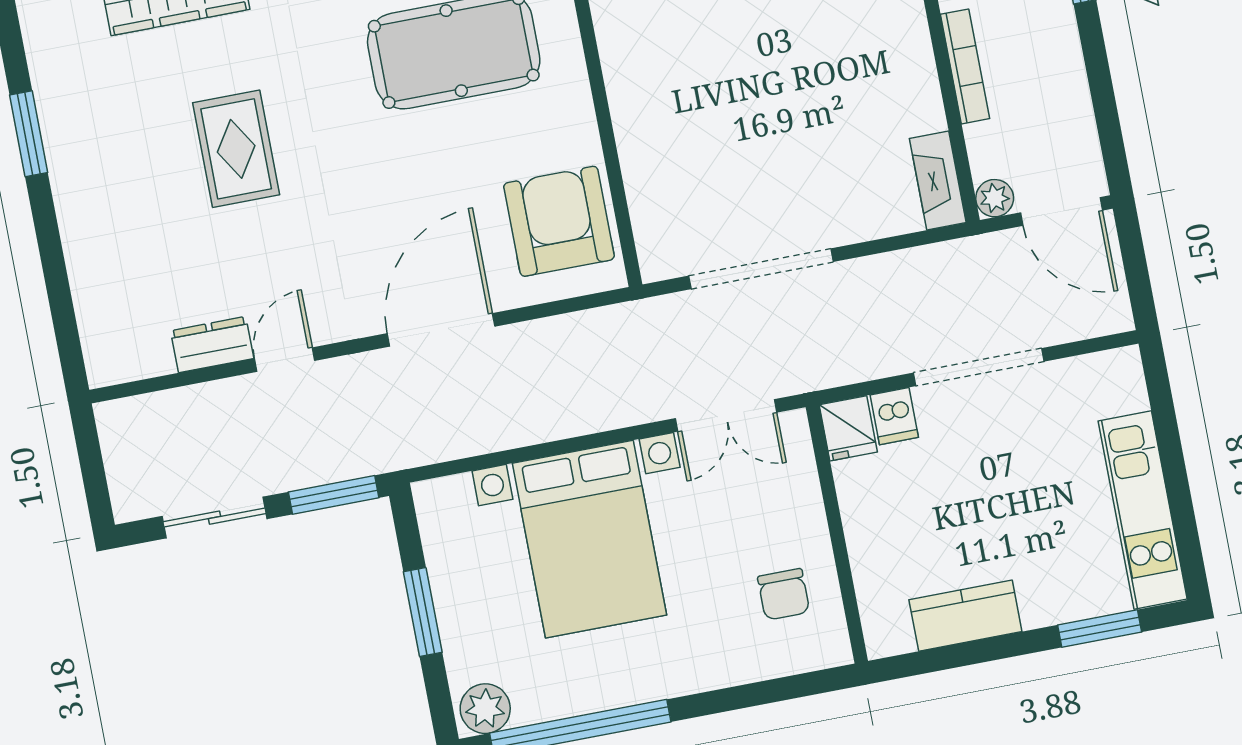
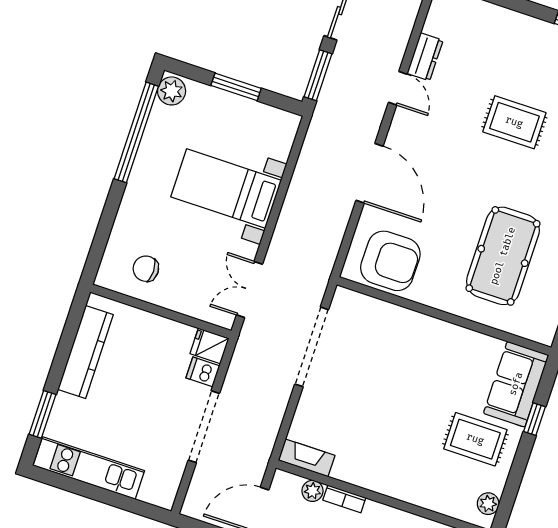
bookcase: (965, 66) -> (344, 499), width x0.64
plant: (995, 198) -> (312, 491), moved
bed with nightstands: (589, 539) -> (226, 189), width x0.73
kitchen counter: (965, 616) -> (86, 352), width x1.50

